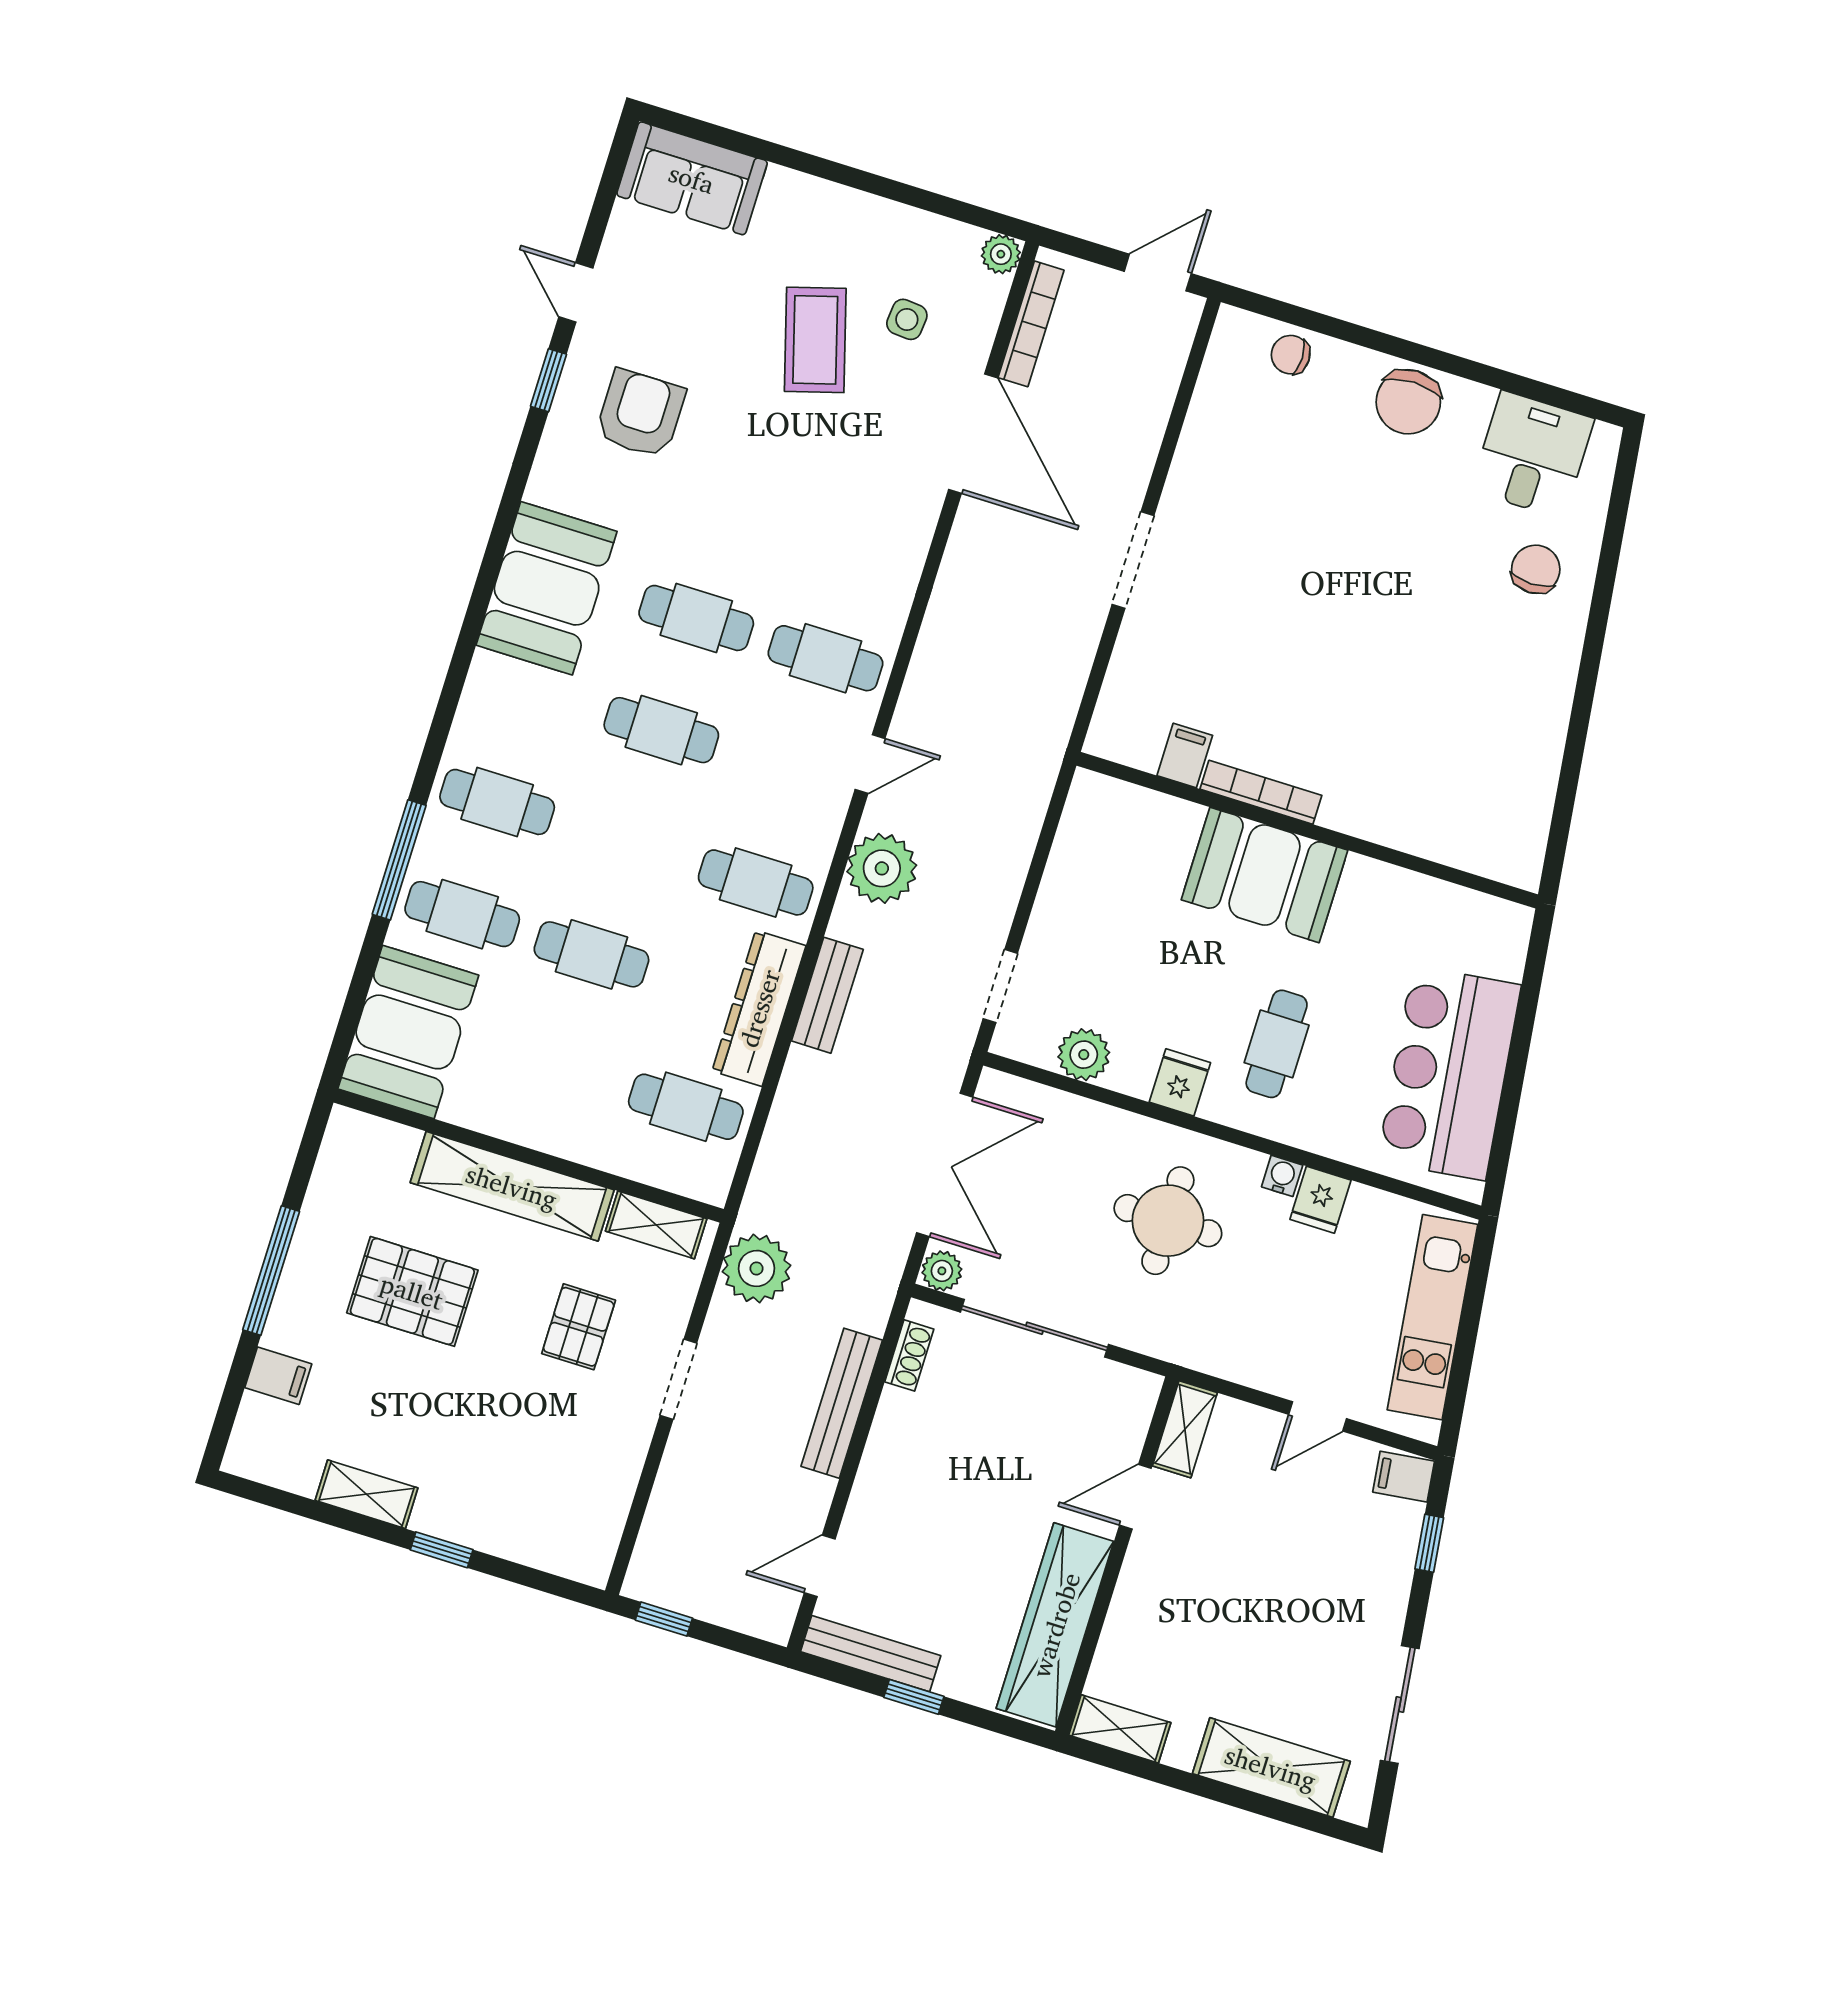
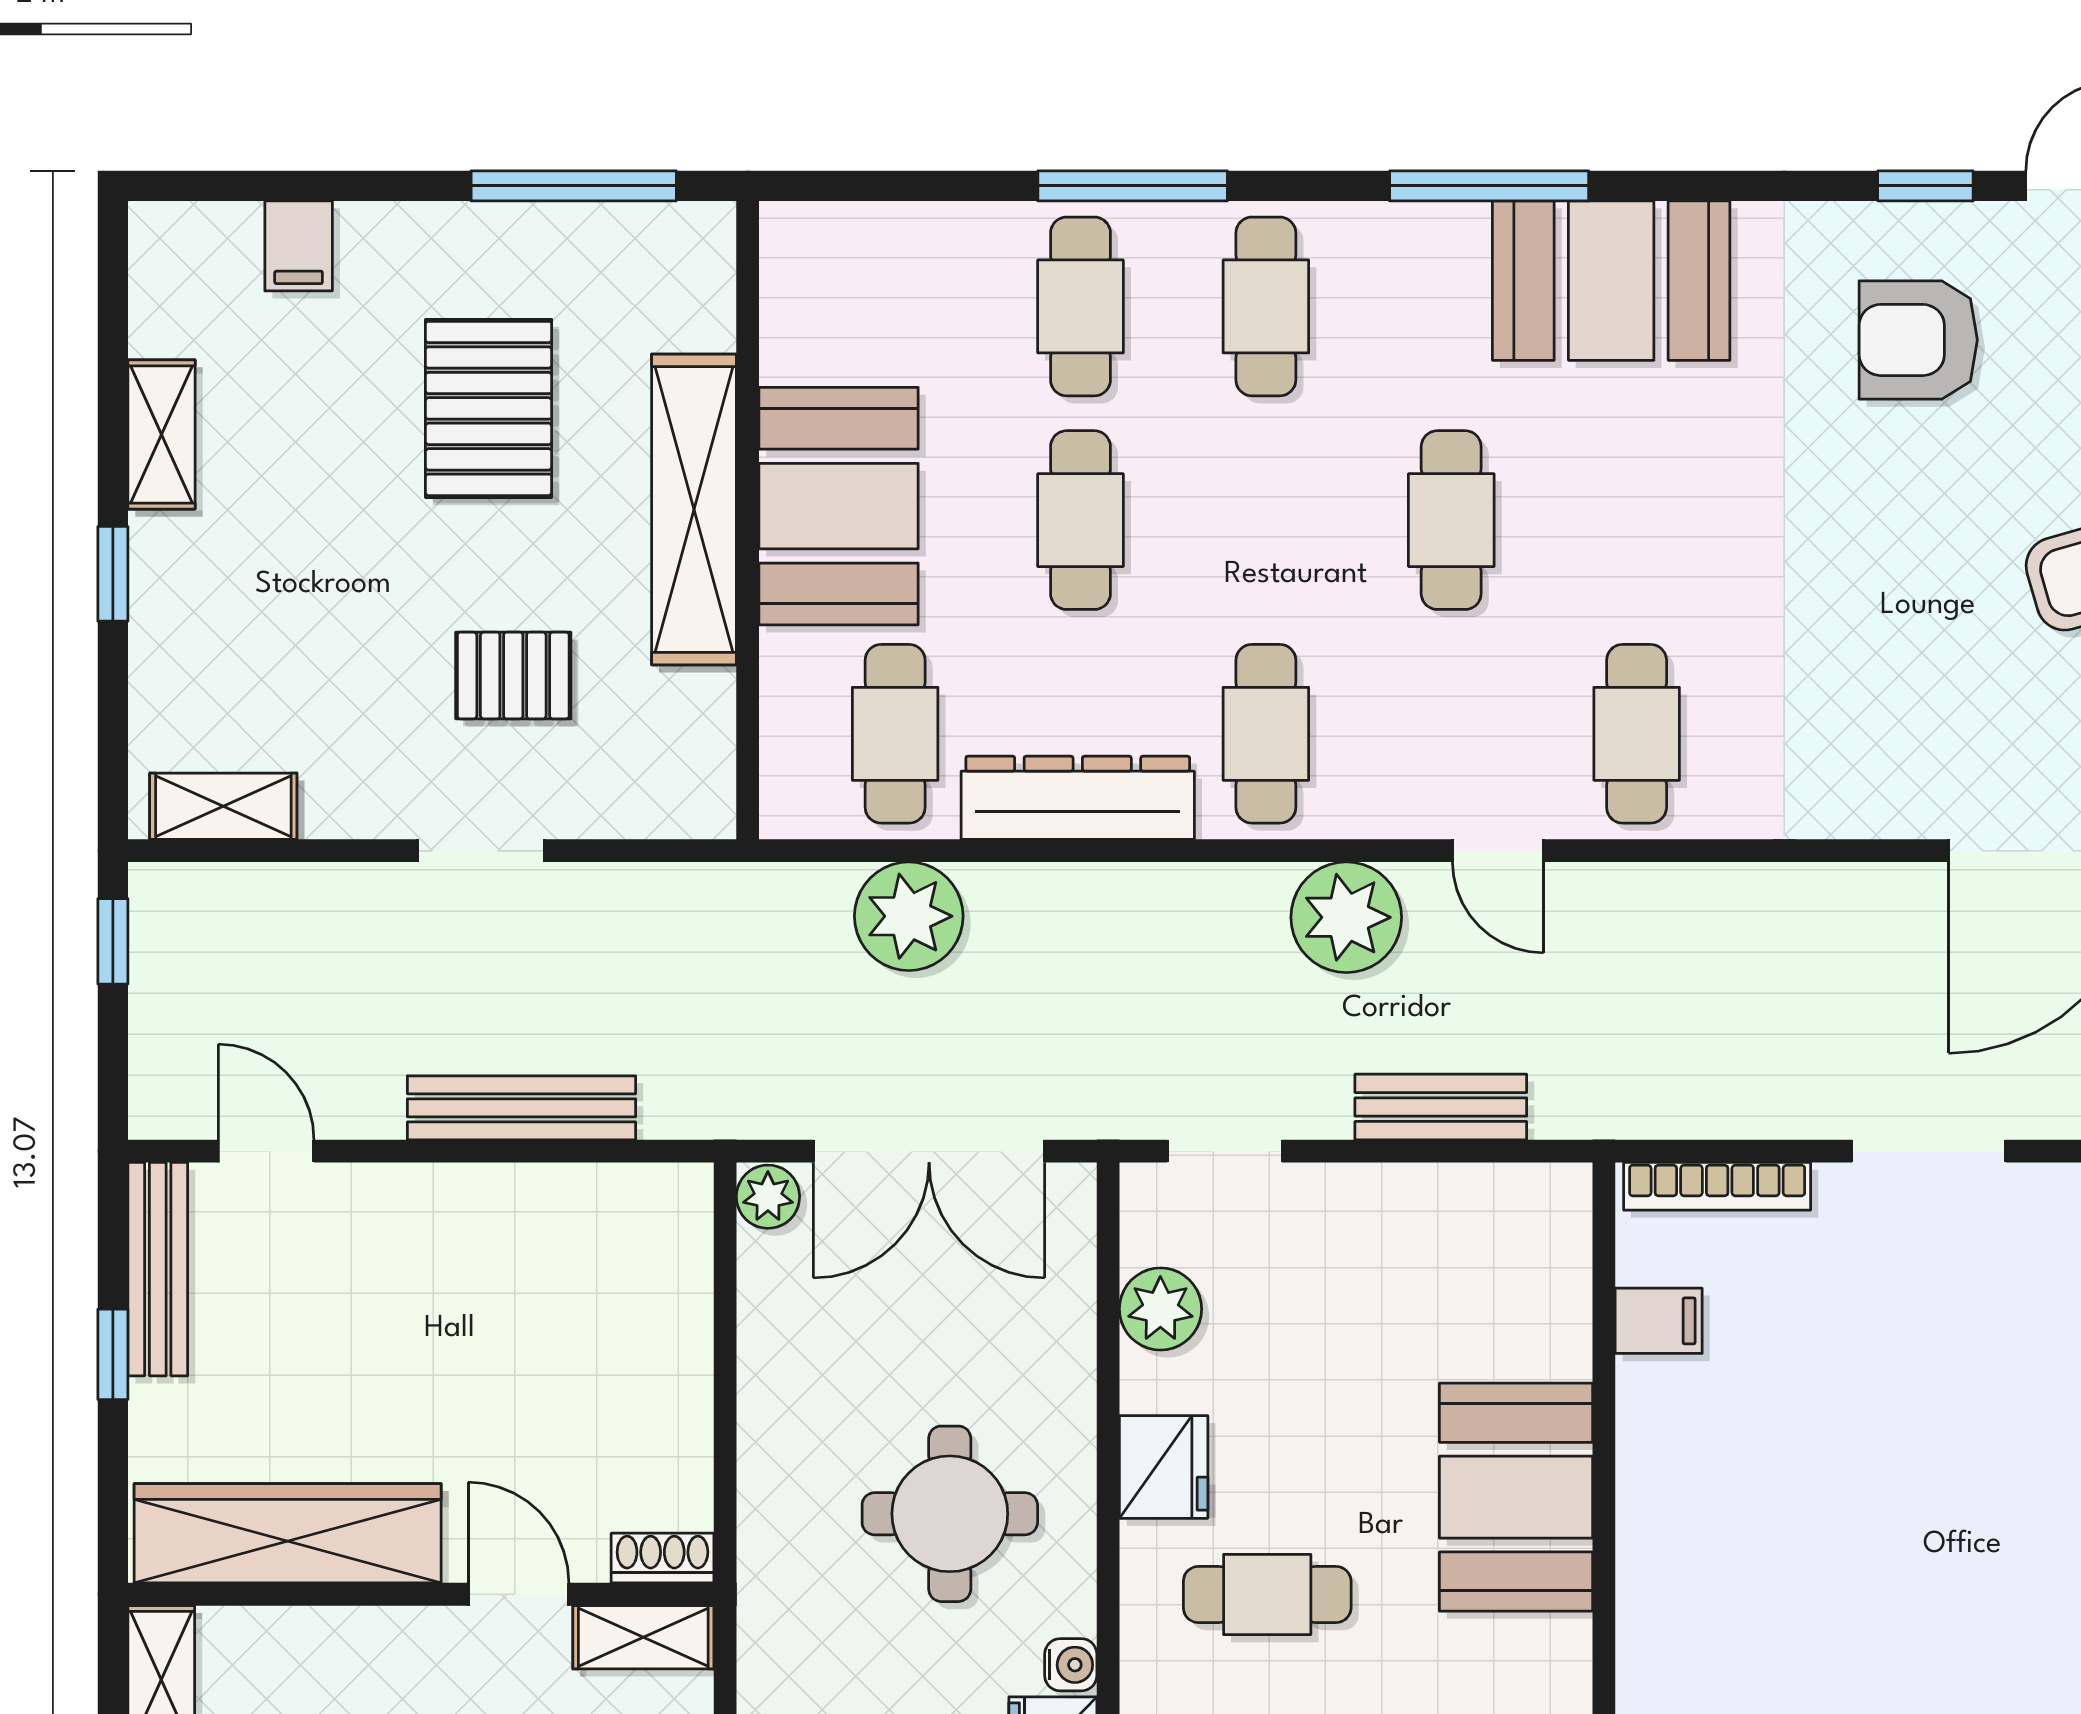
armchair: (640, 414) -> (1918, 340), turned 180
cafe table: (696, 618) -> (1637, 520), removed
window: (466, 644) -> (1489, 186), added
bookcase: (1261, 792) -> (1717, 1186), moved, turned 90
bench: (827, 995) -> (1441, 1107), moved
booth: (408, 1032) -> (839, 506), moved, turned 90
fridge: (1180, 1082) -> (1164, 1467), width x1.38
shelving: (656, 1225) -> (223, 806), moved, turned 90
plant: (756, 1268) -> (909, 916), moved
window: (271, 1271) -> (574, 186), moved
sliding door: (1034, 1328) -> (725, 1363), removed
shoe rack: (909, 1355) -> (662, 1558), moved, turned 180

